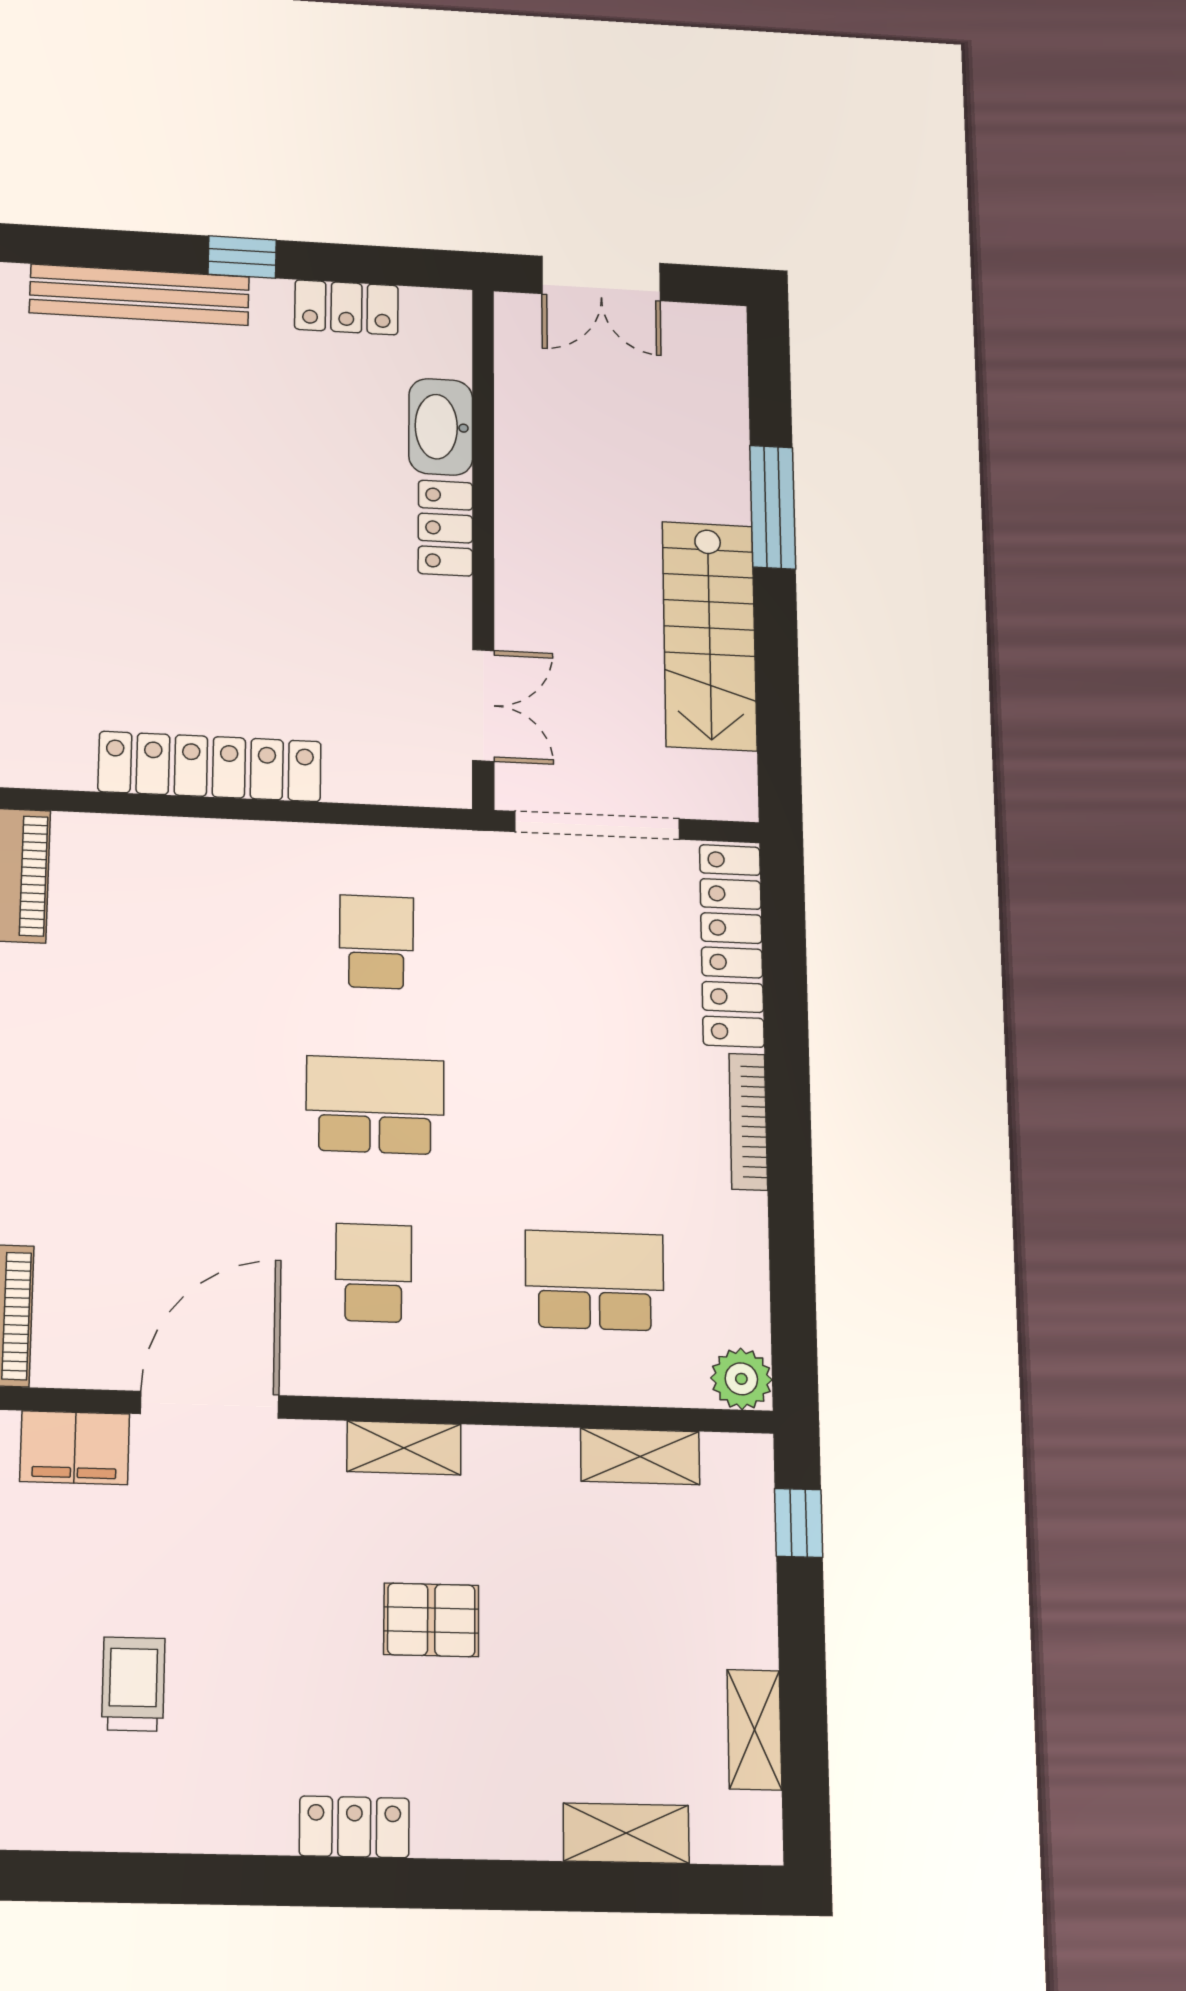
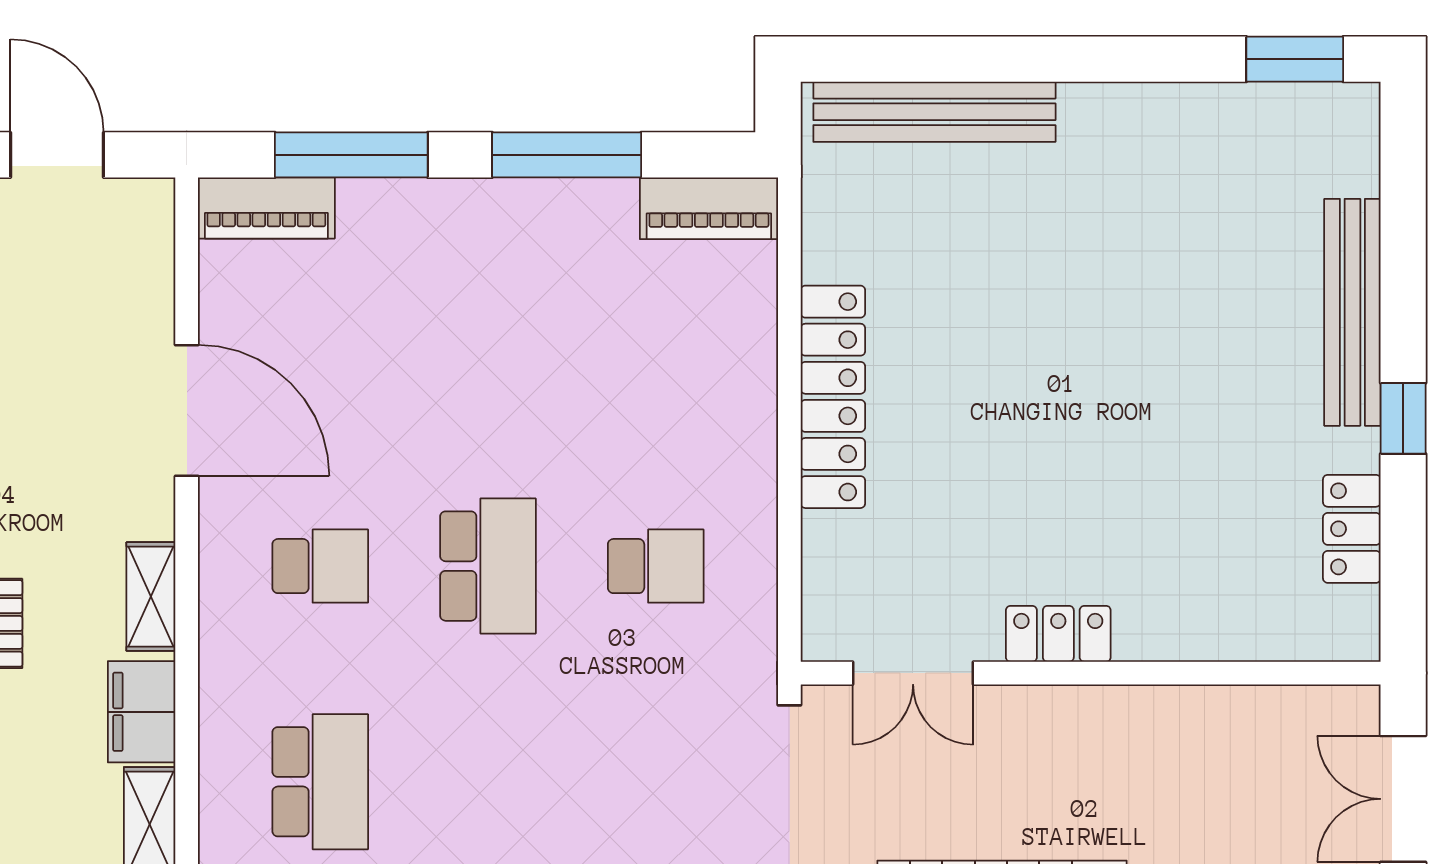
washbasin: (441, 427) -> (1221, 629), removed
locker: (445, 528) -> (1058, 634), moved
filing cabinet: (75, 1448) -> (142, 712), moved

